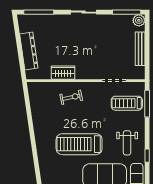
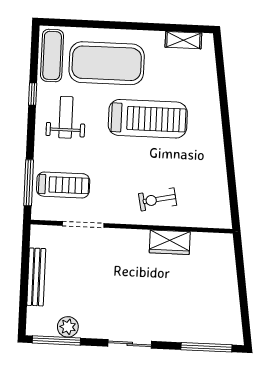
plant: (139, 20) -> (68, 327), moved
dresser: (29, 51) -> (226, 282), removed

